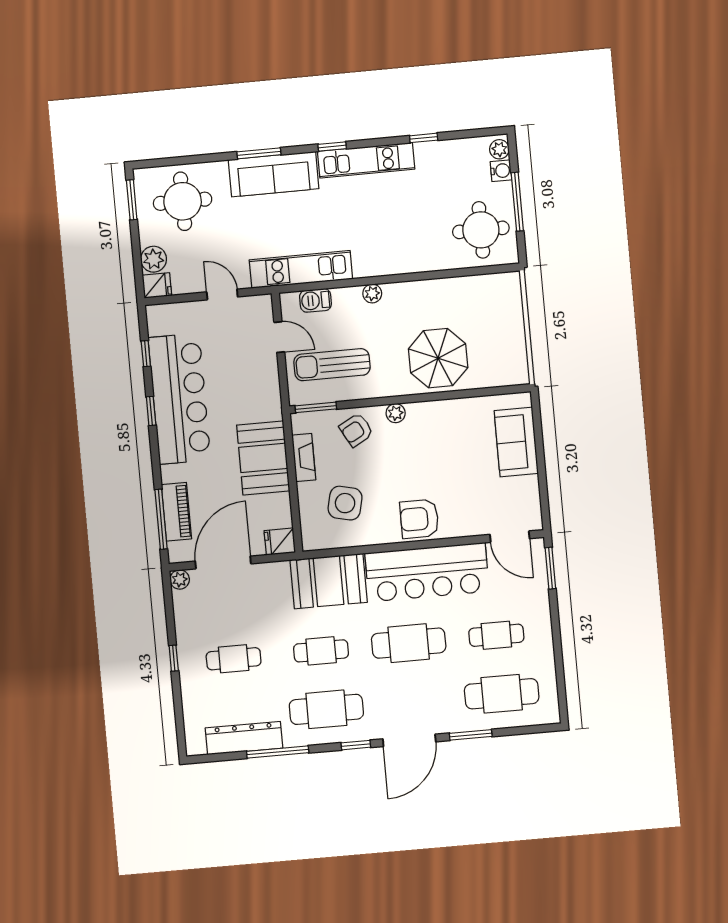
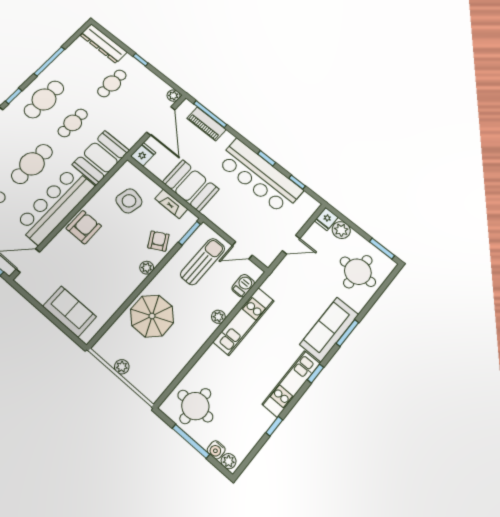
kitchen unit: (301, 269) -> (244, 321), moved
plant: (516, 336) -> (122, 367), added
dresser: (244, 738) -> (103, 44), moved, turned 90

